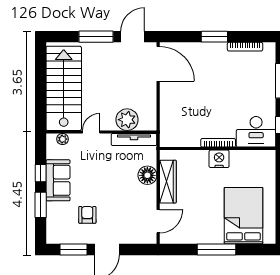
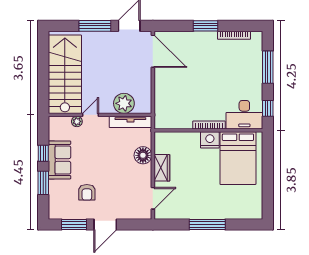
plant: (63, 139) -> (77, 121), moved
wardrobe: (168, 182) -> (162, 168), width x0.67
armchair: (87, 215) -> (87, 192), turned 180
bed: (243, 216) -> (238, 158), moved, turned 180

